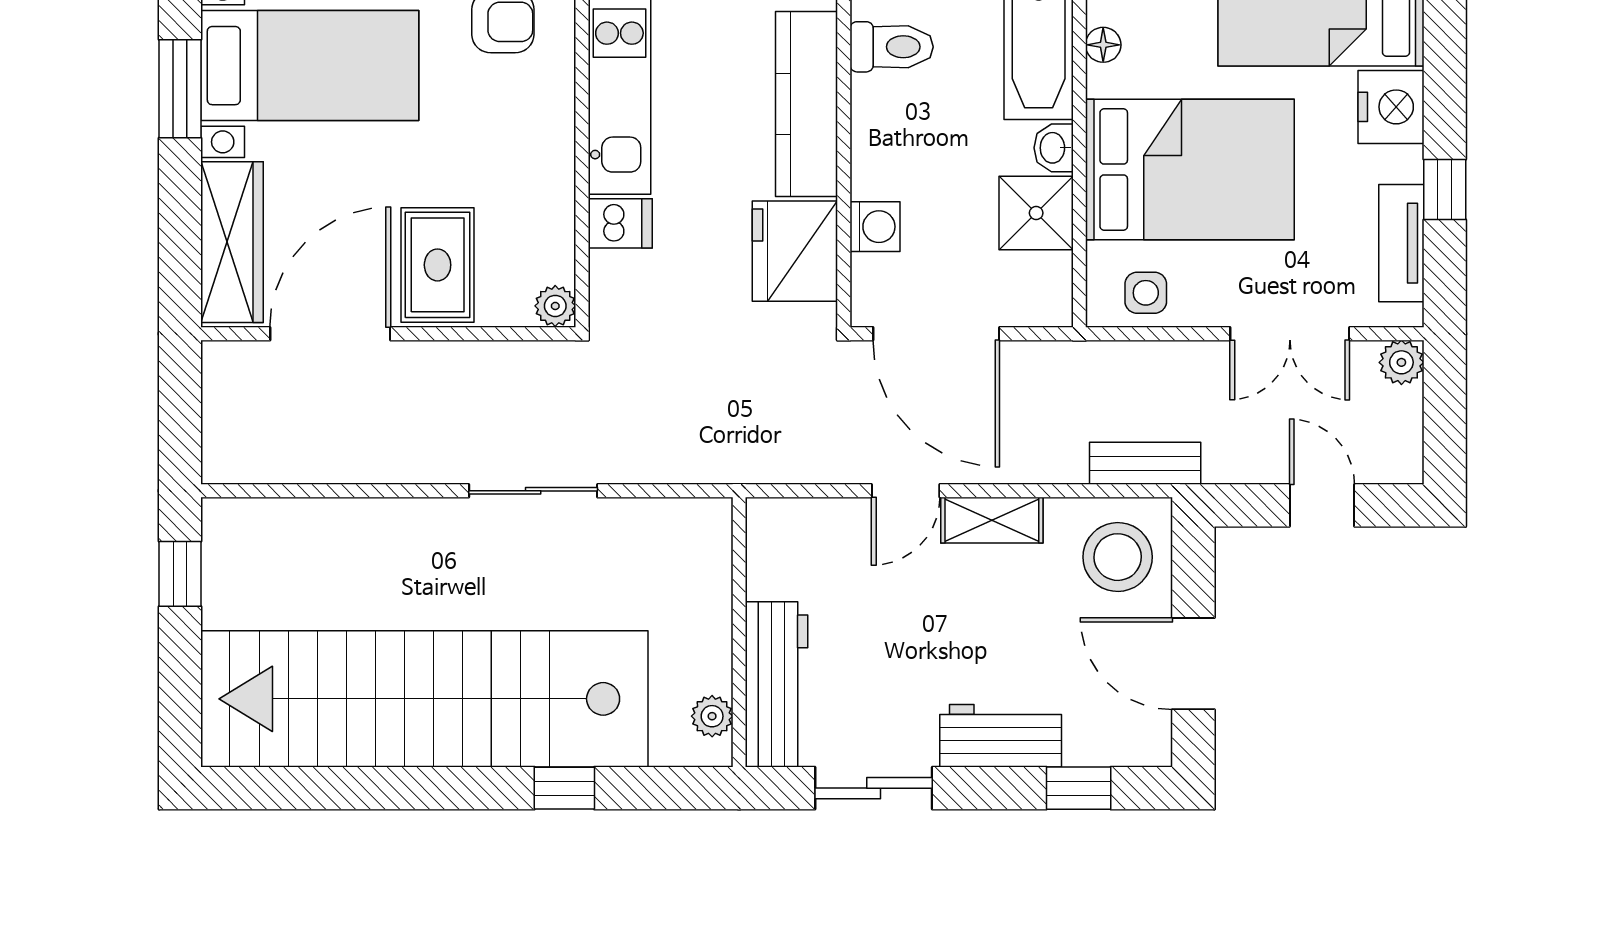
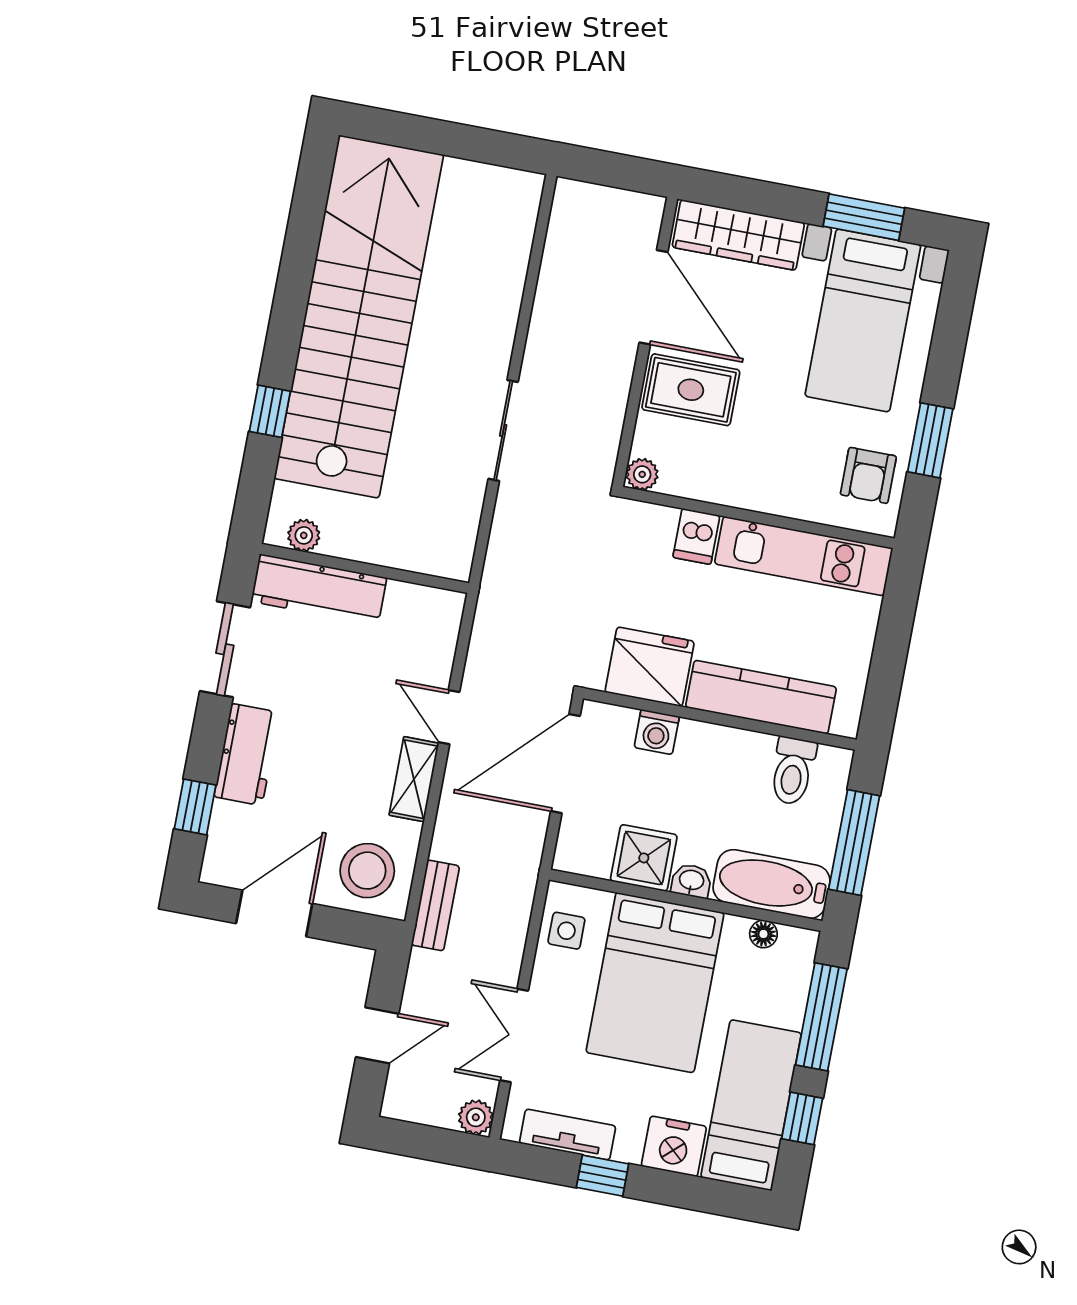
window: (180, 574) -> (491, 147), removed

